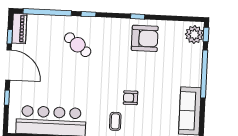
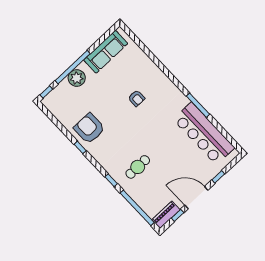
plant: (194, 35) -> (77, 78), moved
cafe table: (78, 45) -> (138, 167), turned 52
door: (8, 65) -> (196, 198), hinge flipped
coffee table: (115, 121) -> (162, 92), removed

